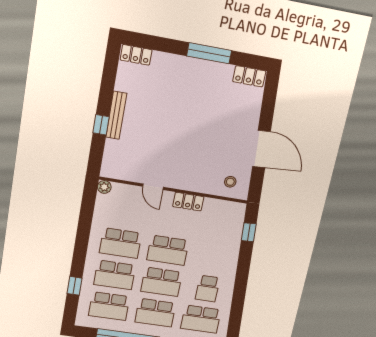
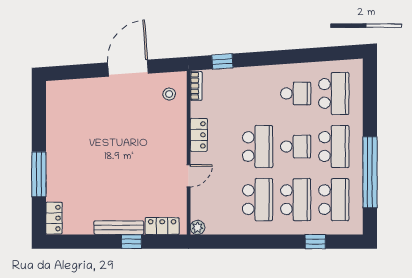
window: (209, 53) -> (39, 174), moved
locker: (249, 76) -> (162, 226), moved, turned -90
bookcase: (232, 206) -> (196, 86), added
school desk: (162, 282) -> (296, 147), width x0.54

